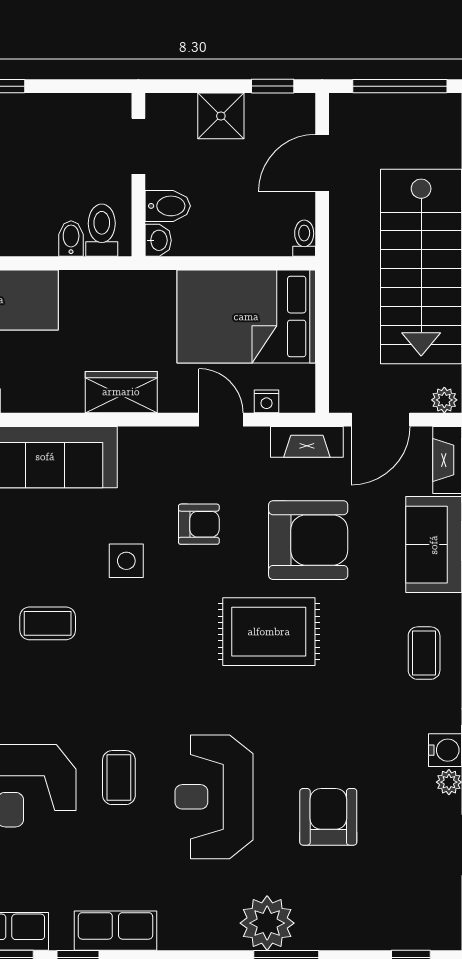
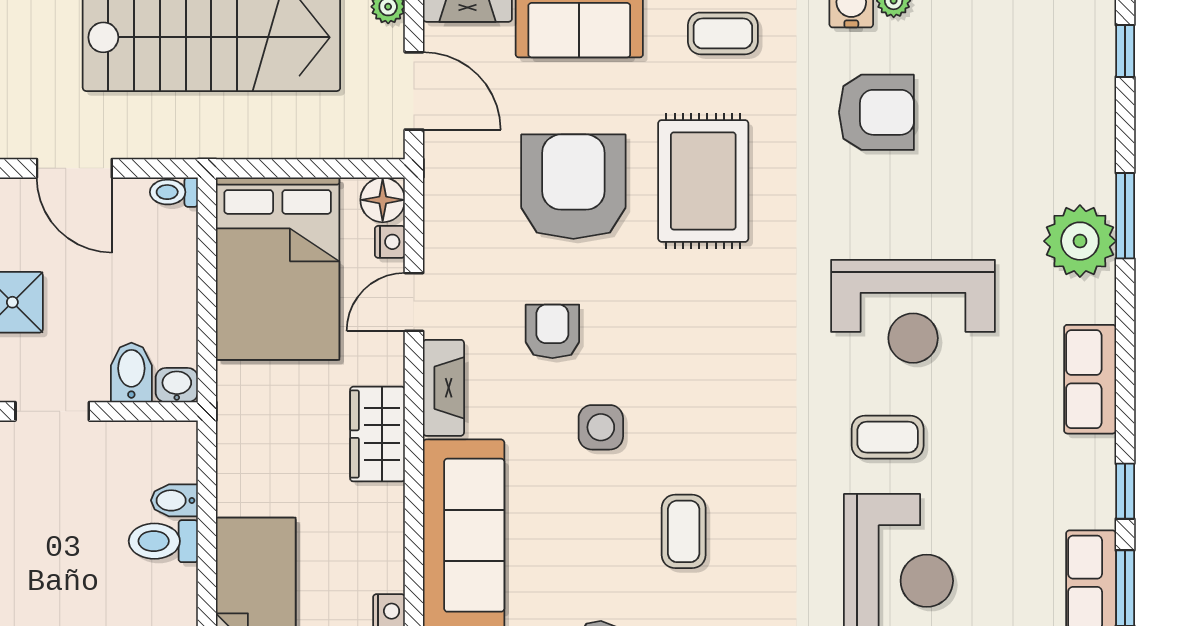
toilet: (102, 230) -> (163, 541), moved
floor lamp: (298, 396) -> (383, 200), added
fireplace: (307, 442) -> (444, 388), moved
rug: (269, 632) -> (703, 181), moved
armchair: (328, 817) -> (876, 112), moved, turned 180
row of seats: (115, 931) -> (1090, 379), moved

